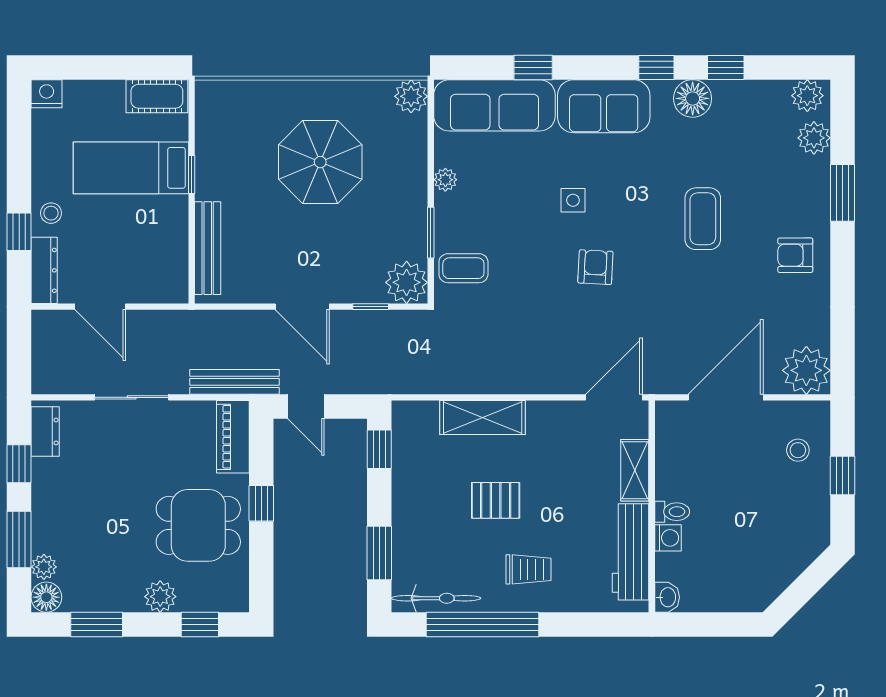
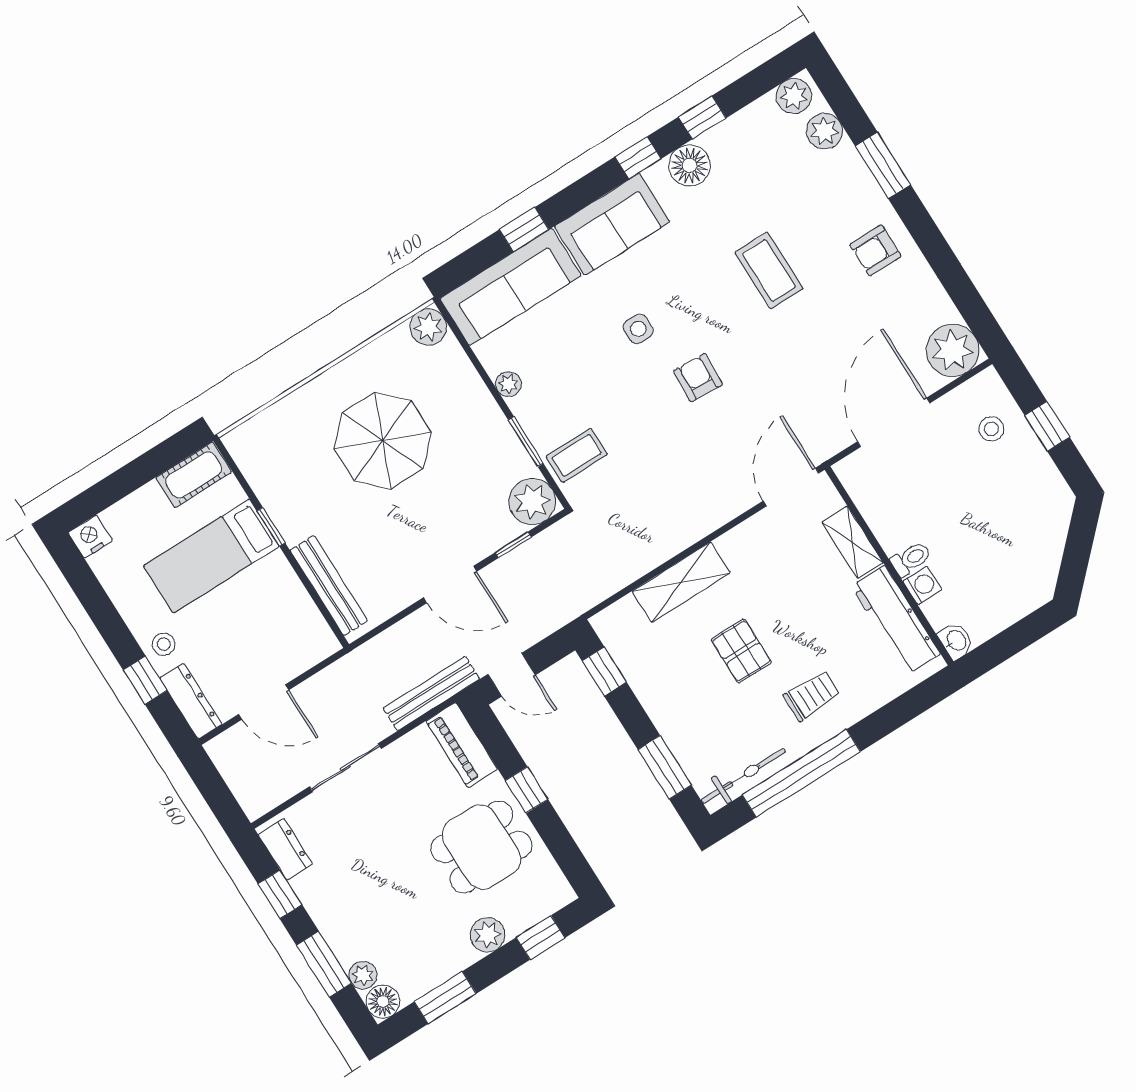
pallet: (496, 500) -> (741, 651), turned 90

